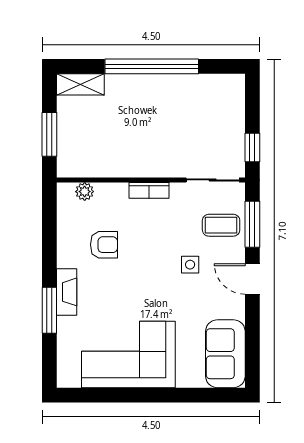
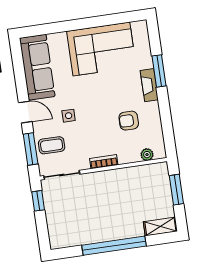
sofa: (225, 354) -> (37, 67), width x1.36

